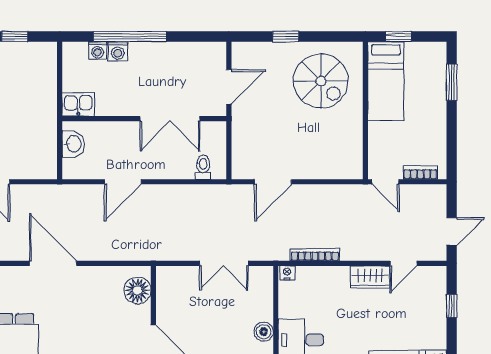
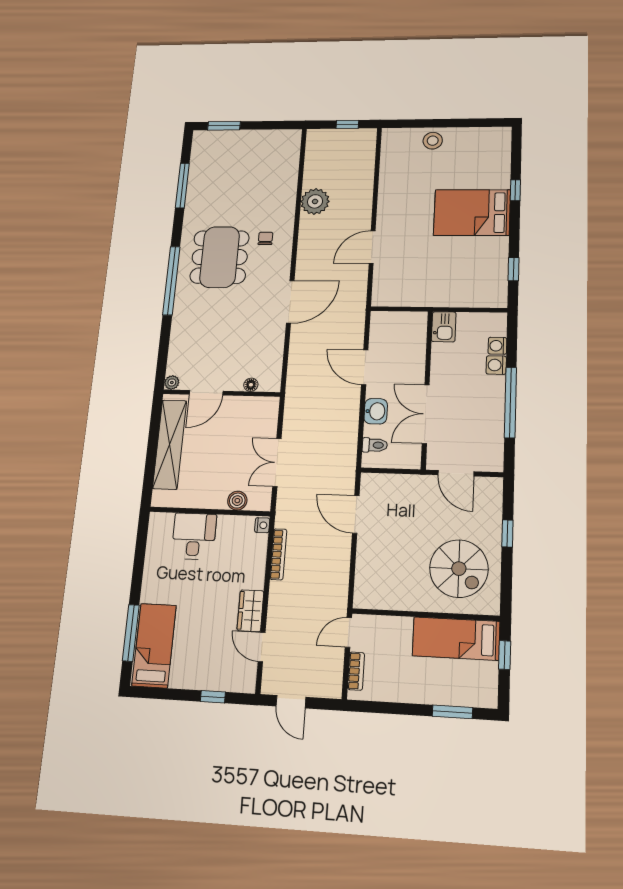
window: (130, 36) -> (510, 402), moved
spiral stairs: (321, 81) -> (459, 569), turned -90
washbasin: (73, 144) -> (376, 411), moved, turned -90
floor lamp: (137, 290) -> (251, 385), width x0.53, depth x0.53
boiler: (264, 332) -> (237, 501), moved

